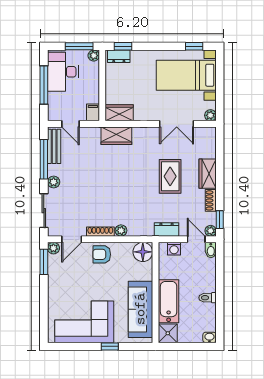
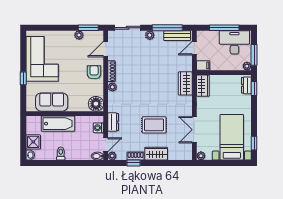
window: (220, 220) -> (133, 163), moved
door: (72, 239) -> (106, 49), hinge flipped
plant: (53, 248) -> (79, 35), moved
sofa: (140, 309) -> (52, 102), width x0.73
shower: (168, 333) -> (33, 142), moved

